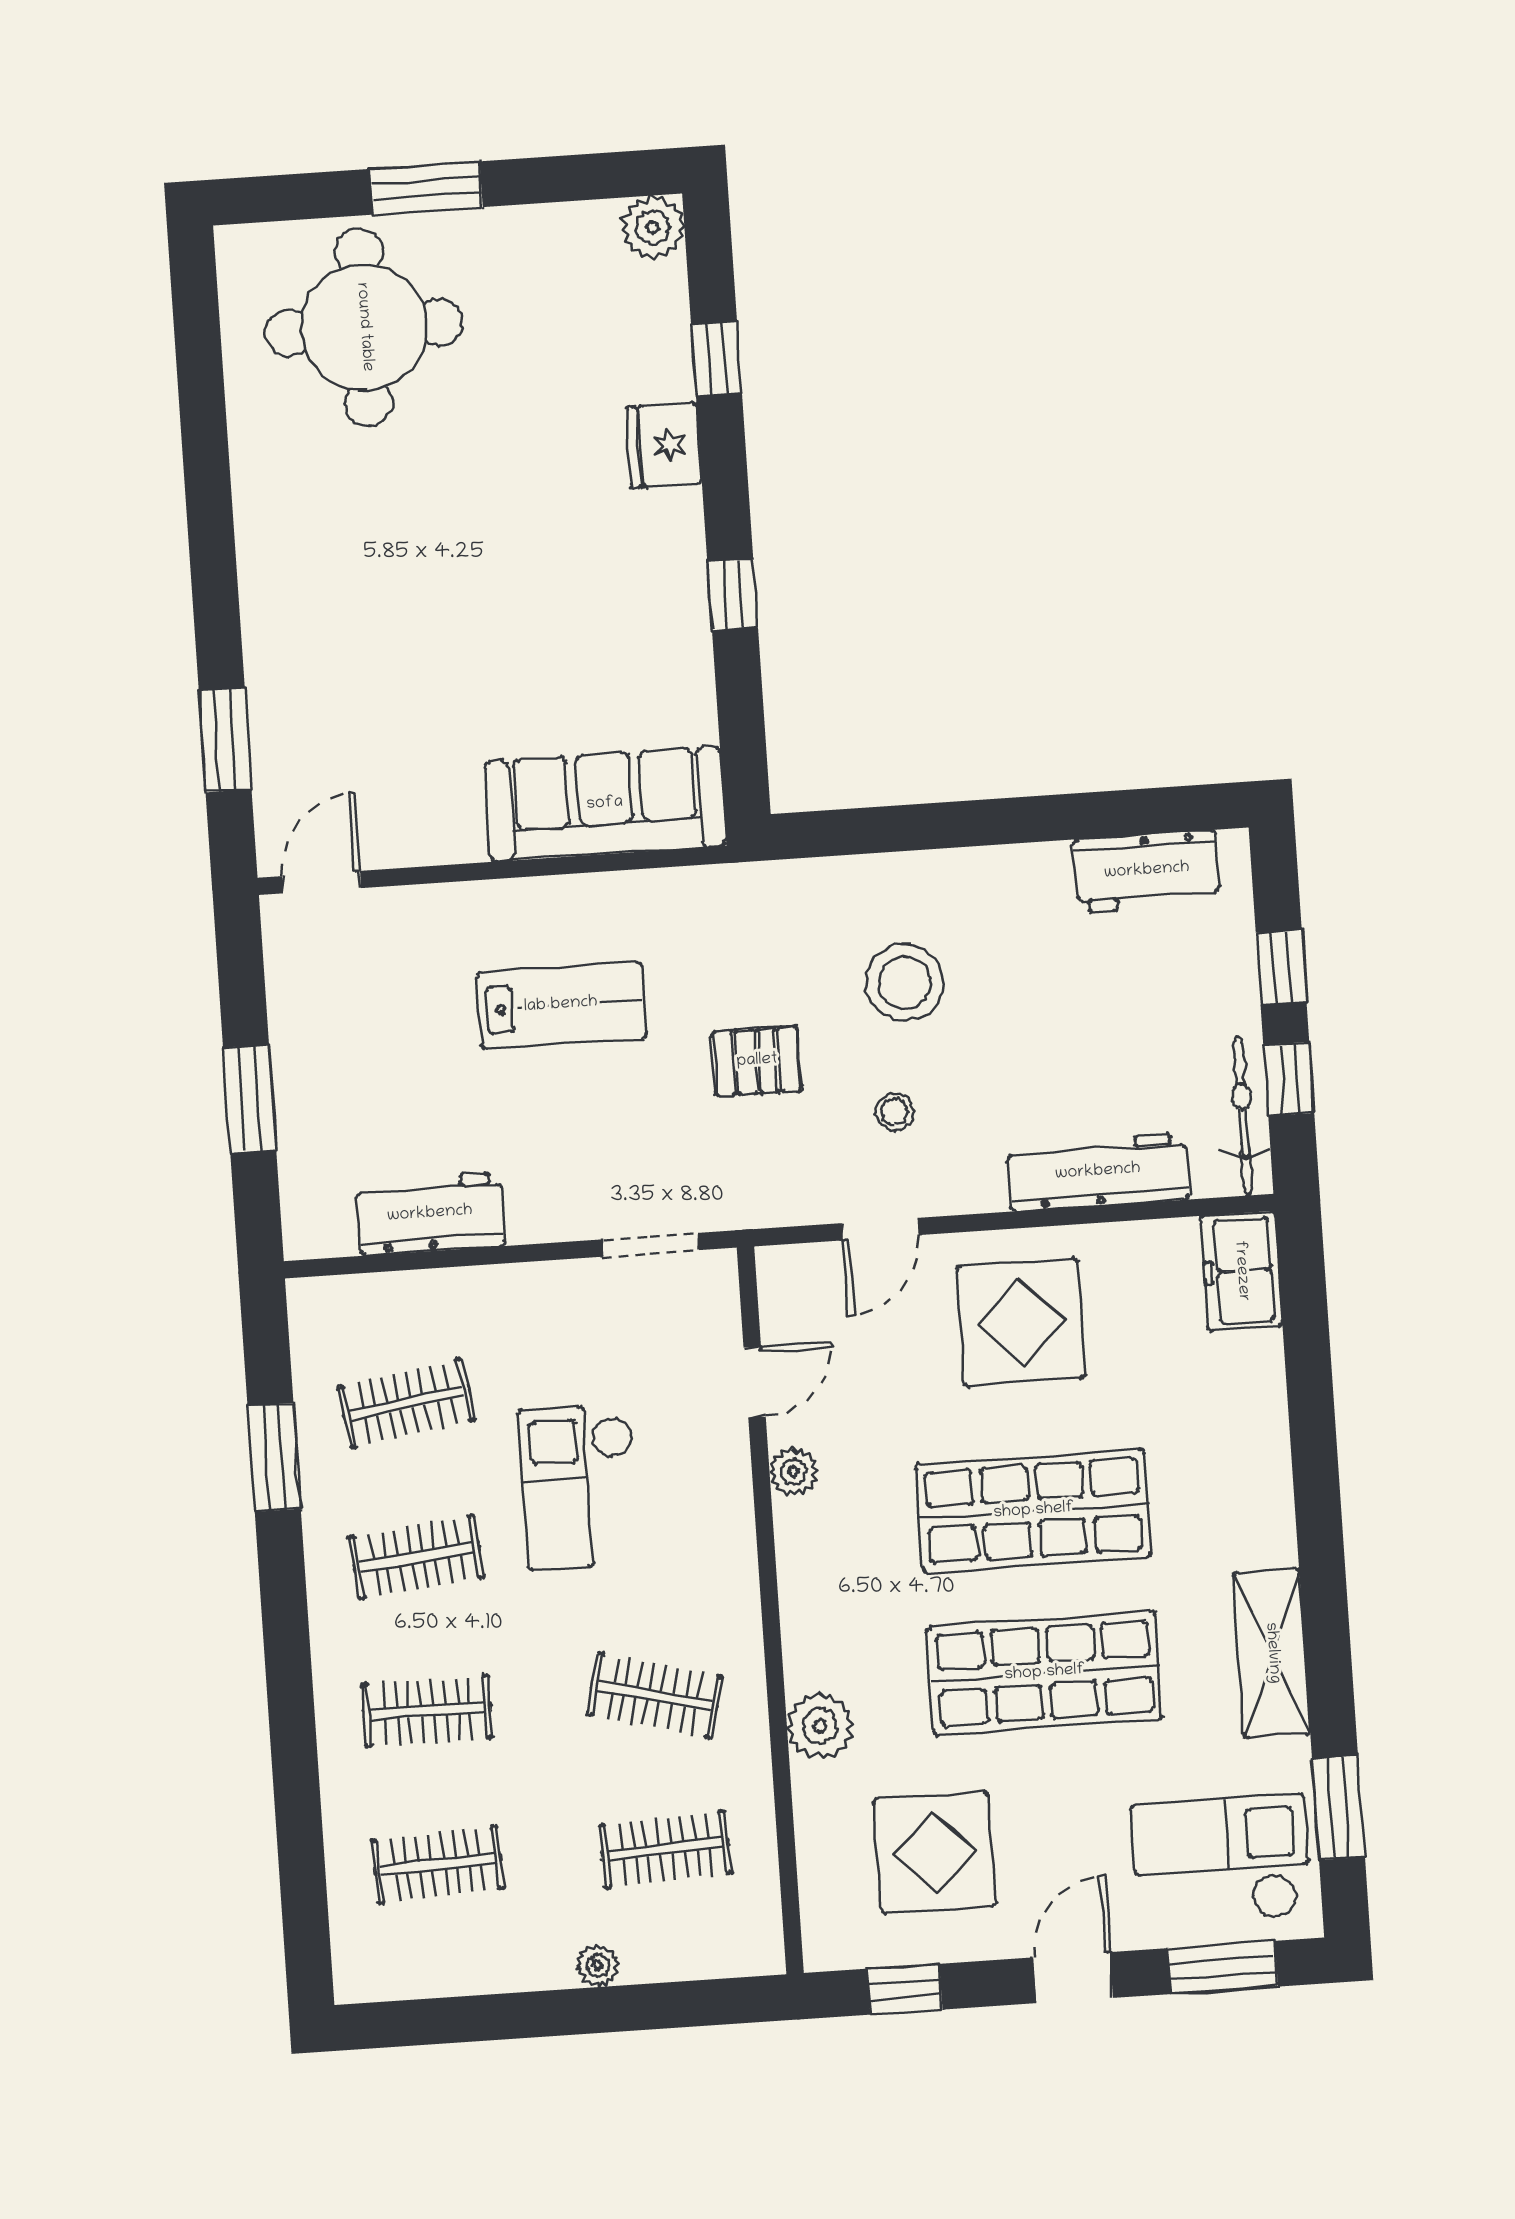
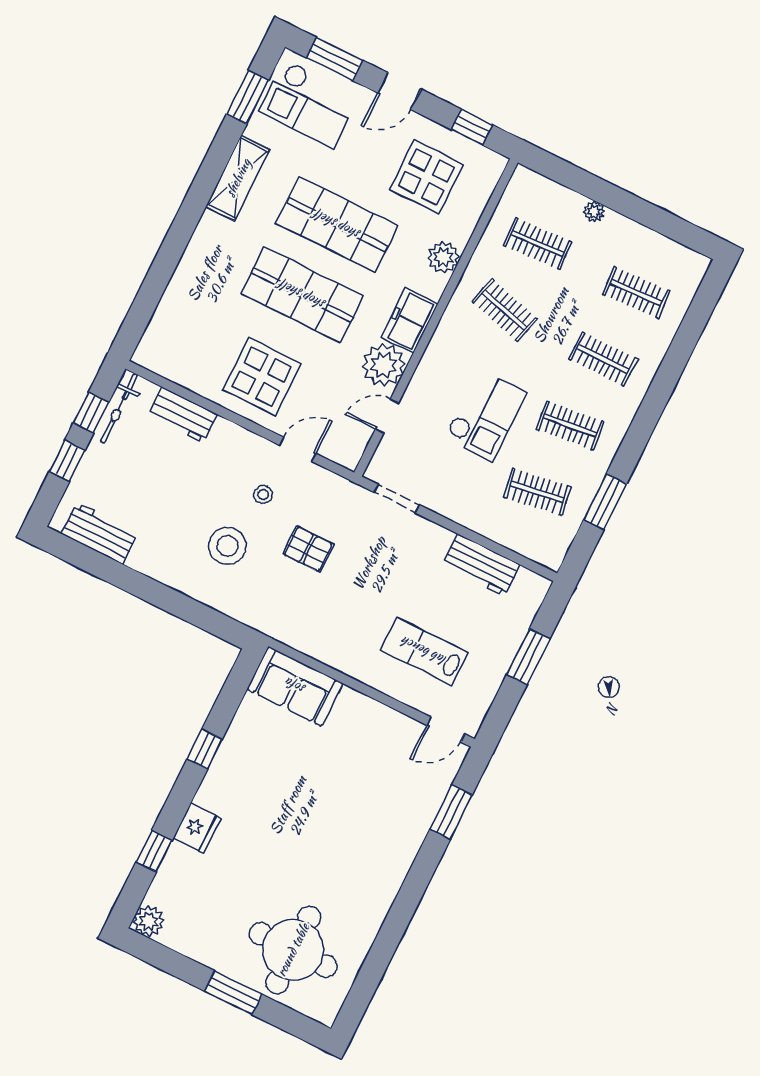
sofa: (605, 804) -> (295, 686), width x0.73
lab bench: (561, 1005) -> (424, 651), moved
workbench: (1098, 1172) -> (183, 415), width x0.73
freezer: (1241, 1271) -> (410, 320), moved, turned 180
plant: (793, 1472) -> (384, 365), width x1.87, depth x1.87

